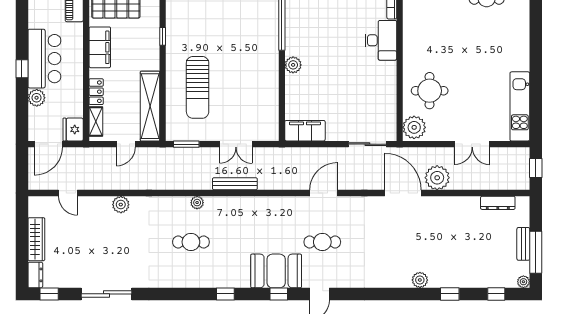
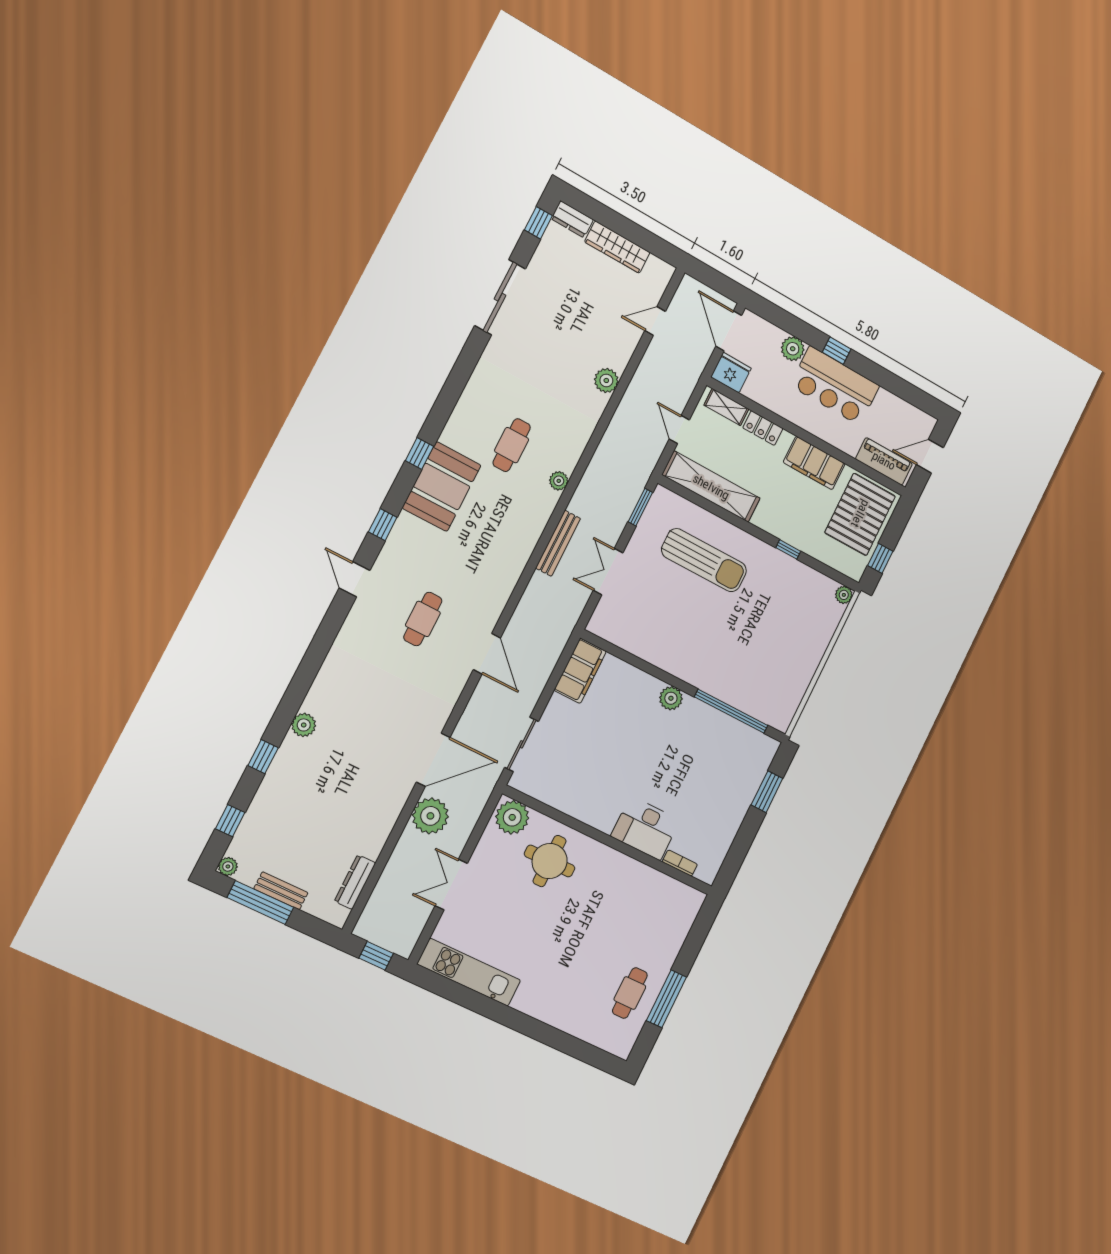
sun lounger: (198, 87) -> (704, 560), turned 180
booth: (276, 271) -> (442, 487), moved

